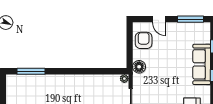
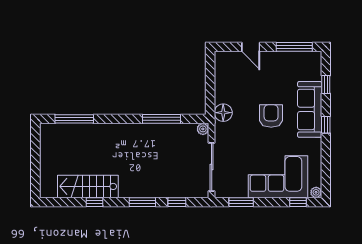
armchair: (144, 40) -> (271, 116), moved
window: (94, 71) -> (161, 119), added

